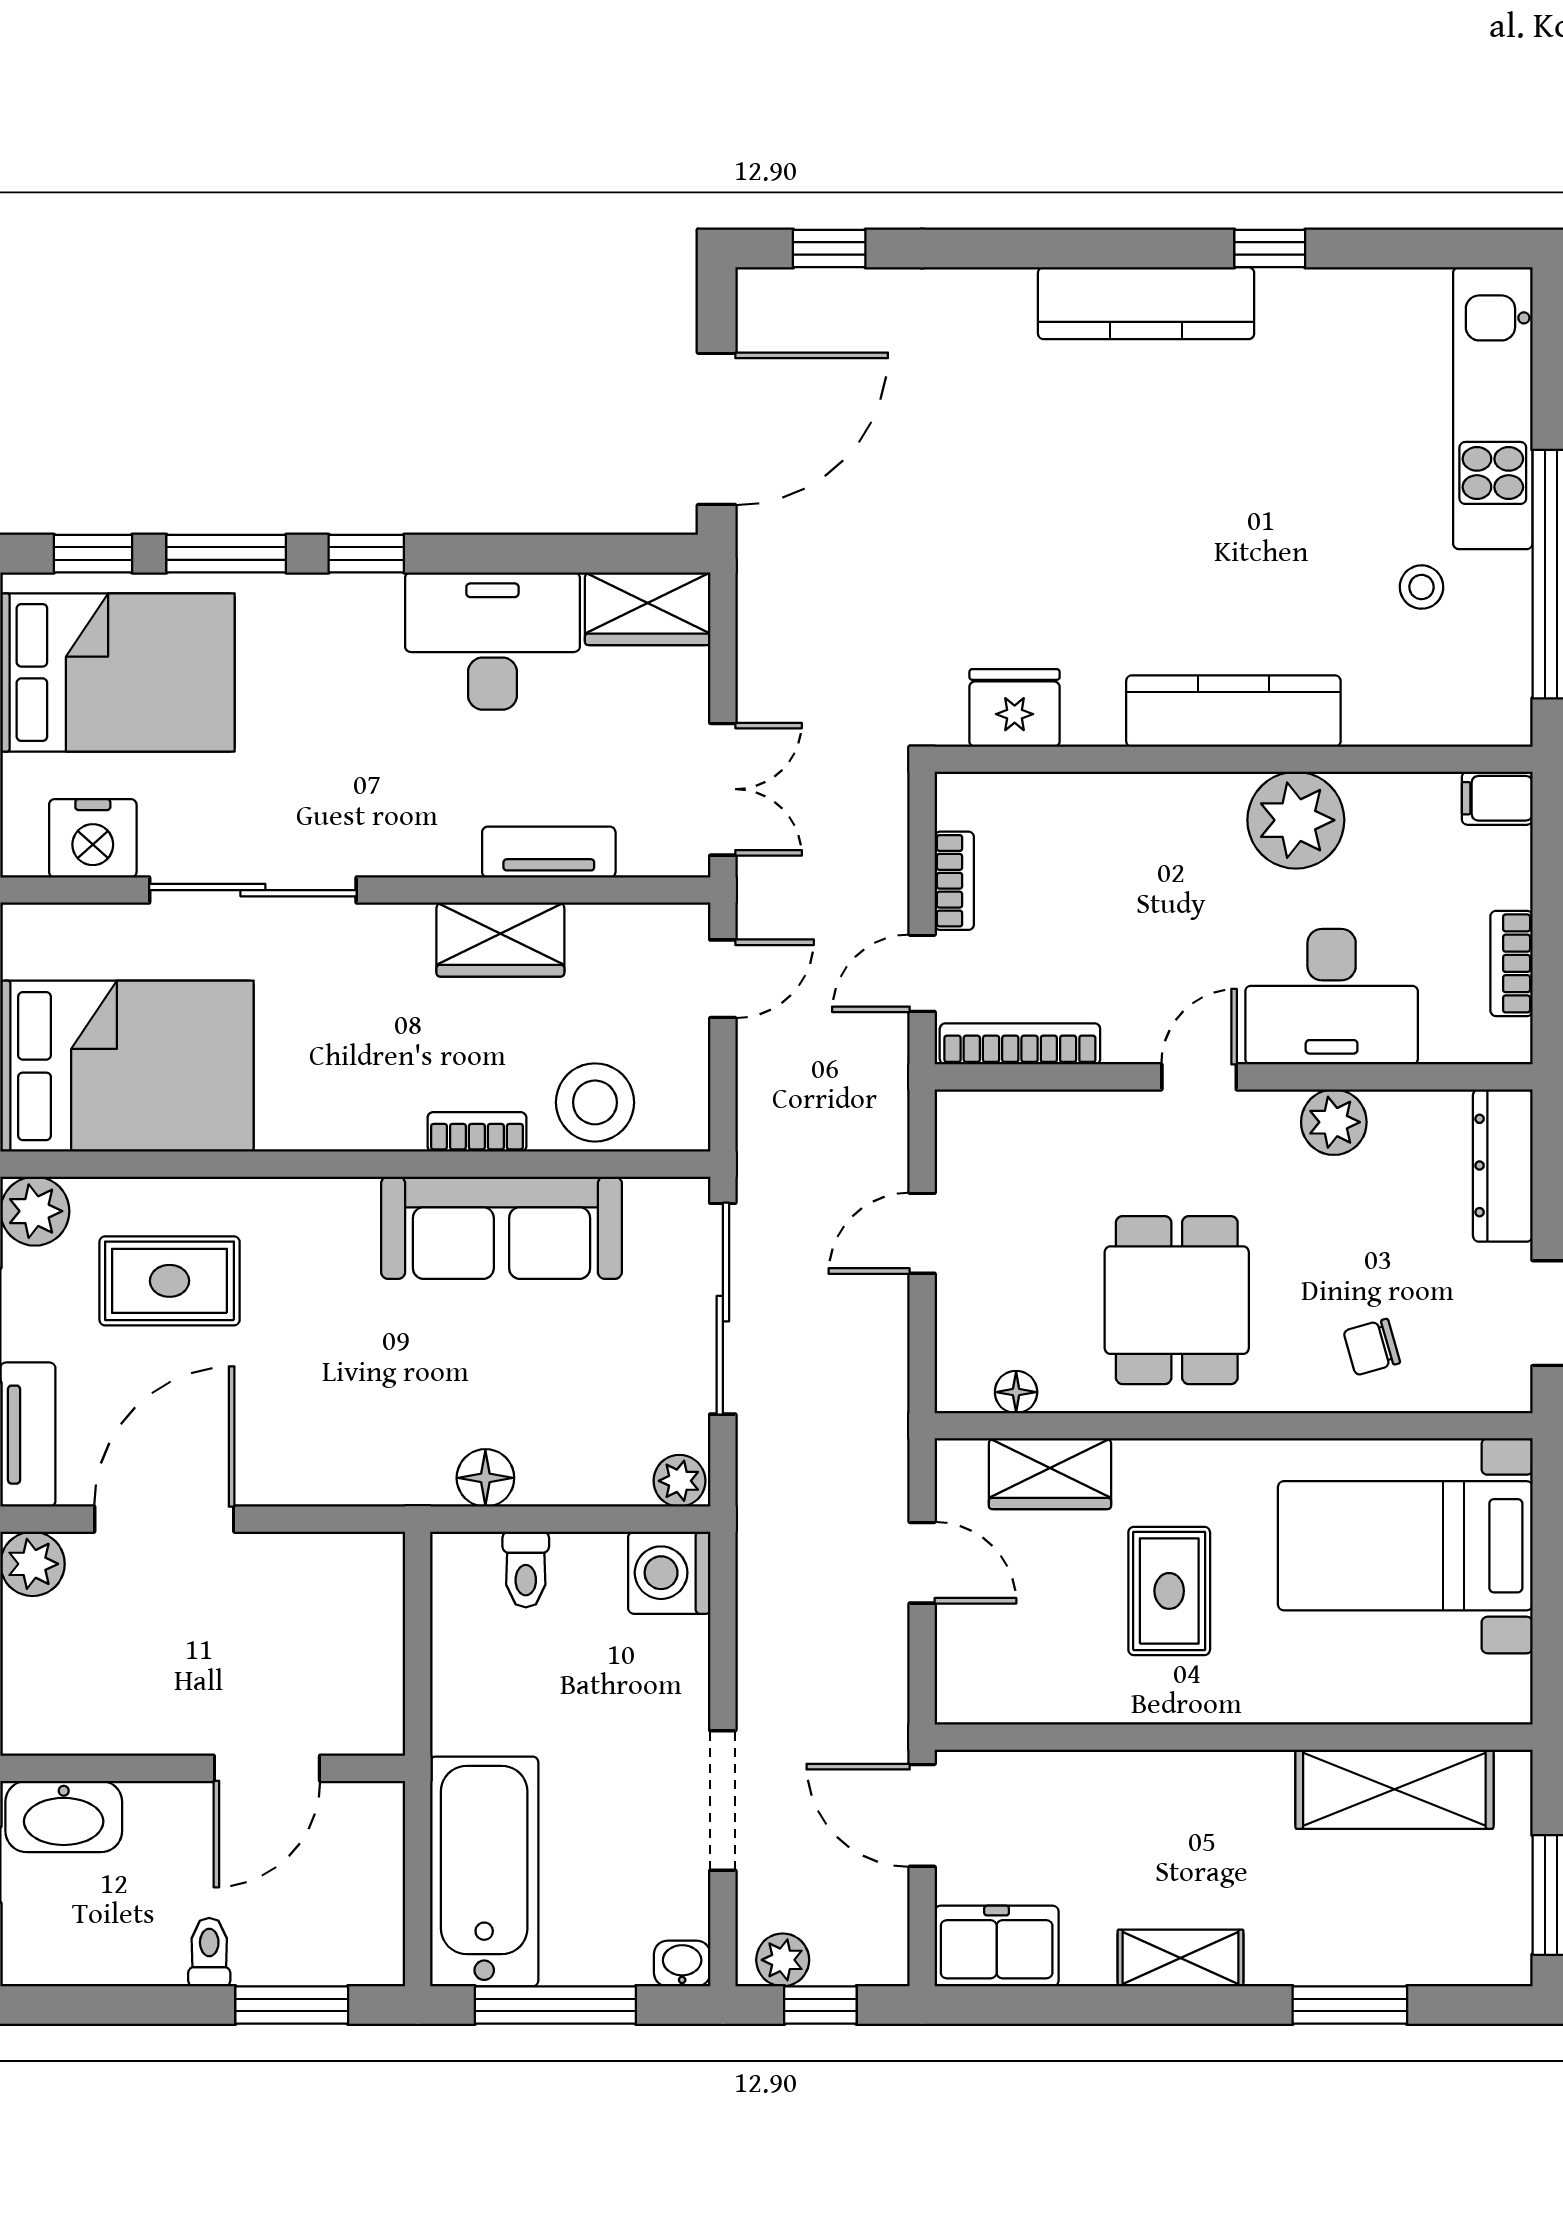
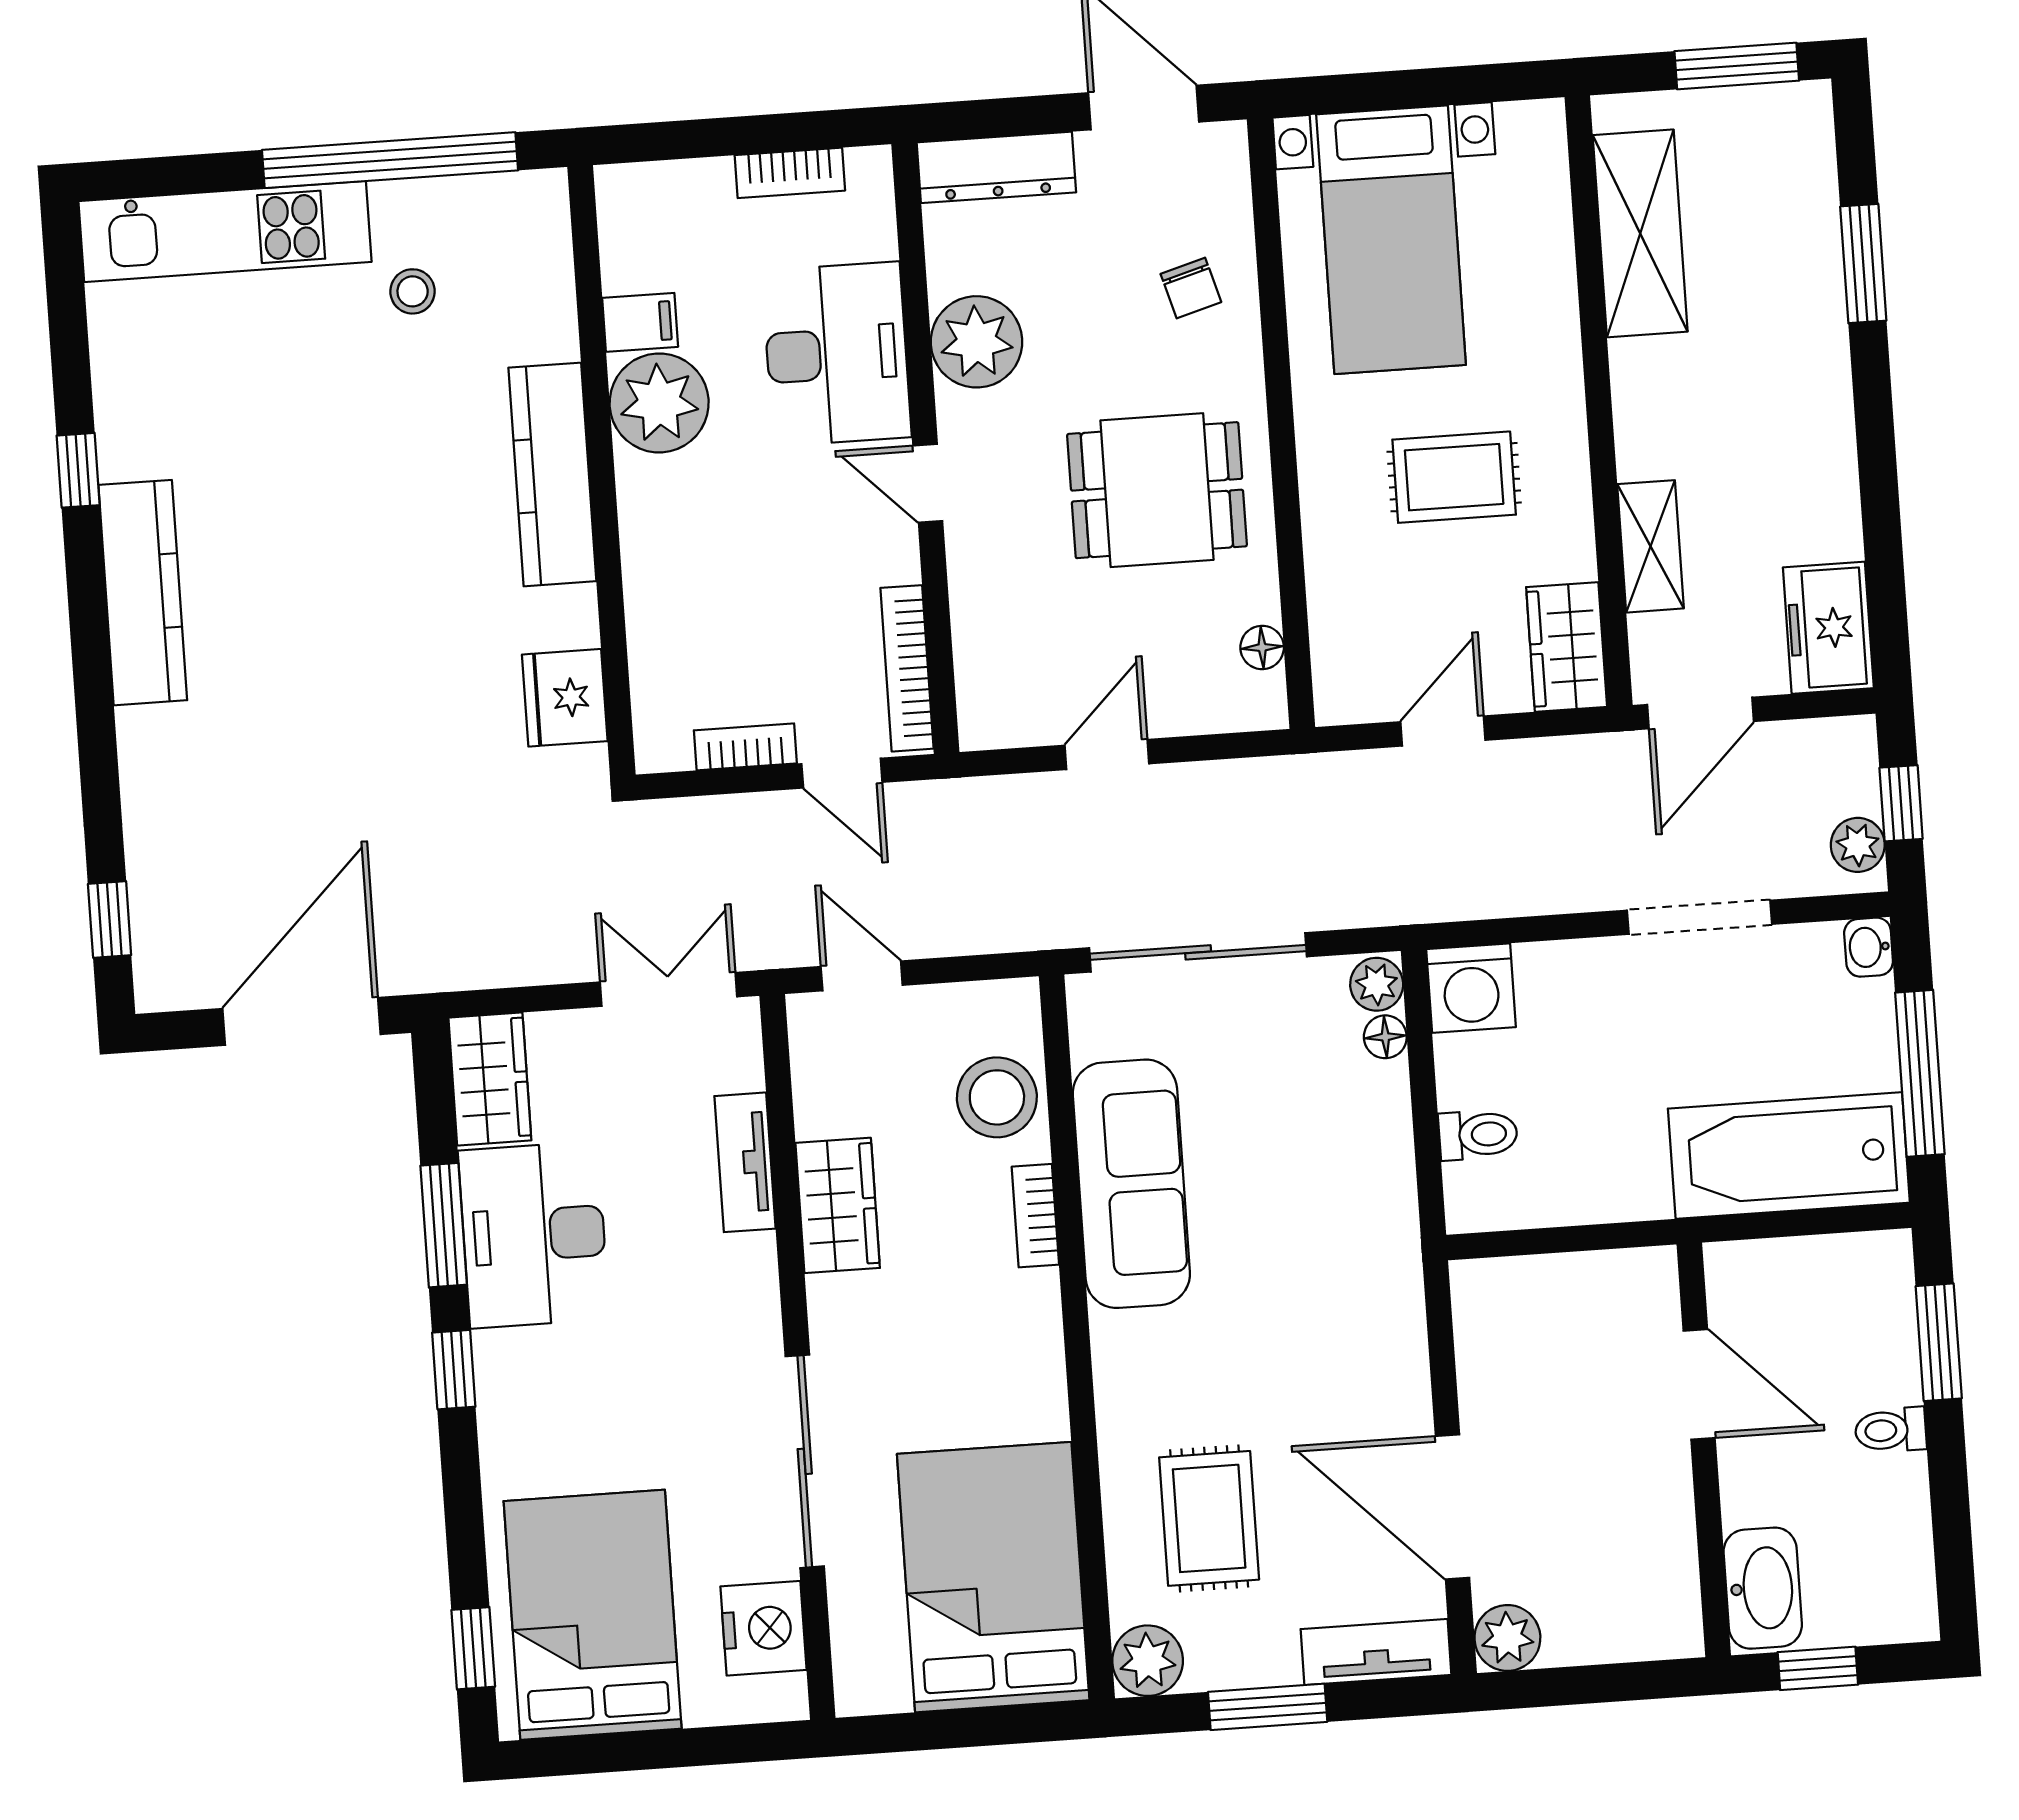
door: (717, 429) -> (302, 1021), hinge flipped
window: (226, 554) -> (444, 1225), moved
filing cabinet: (1497, 798) -> (640, 322), moved, turned -90
plant: (1334, 1122) -> (977, 342), width x1.36, depth x1.36
door: (922, 1233) -> (1107, 755), swing flipped
wardrobe: (1050, 1474) -> (1567, 647), moved, turned 180
floor lamp: (485, 1478) -> (1385, 1037), moved, width x0.73, depth x0.73
shelving: (1180, 1958) -> (1650, 546), moved

